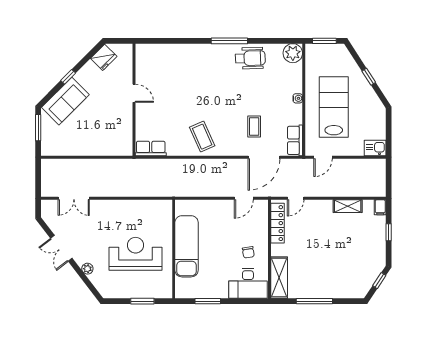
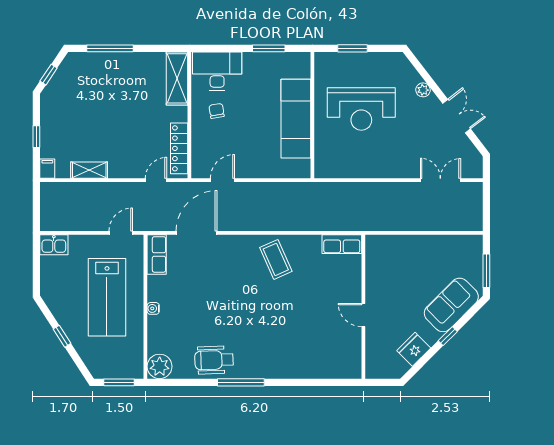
fridge: (104, 57) -> (414, 349), moved
coffee table: (254, 126) -> (209, 272), removed
window: (314, 301) -> (110, 48), moved

